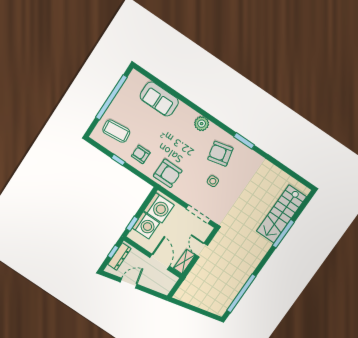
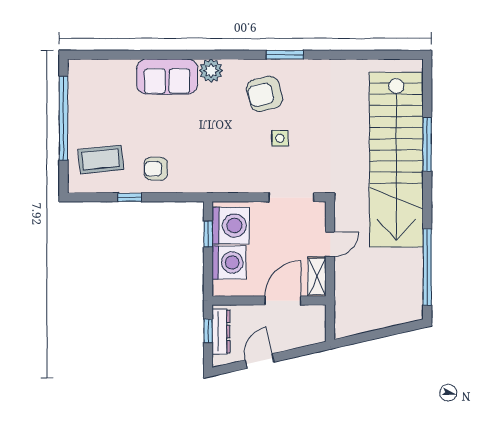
sofa: (159, 99) -> (167, 77), moved
armchair: (168, 173) -> (211, 170), removed
stairs: (281, 214) -> (396, 160), width x1.86, depth x1.51
window: (132, 224) -> (208, 234), moved
door: (202, 250) -> (330, 244), swing flipped
door: (160, 262) -> (283, 301), hinge flipped

